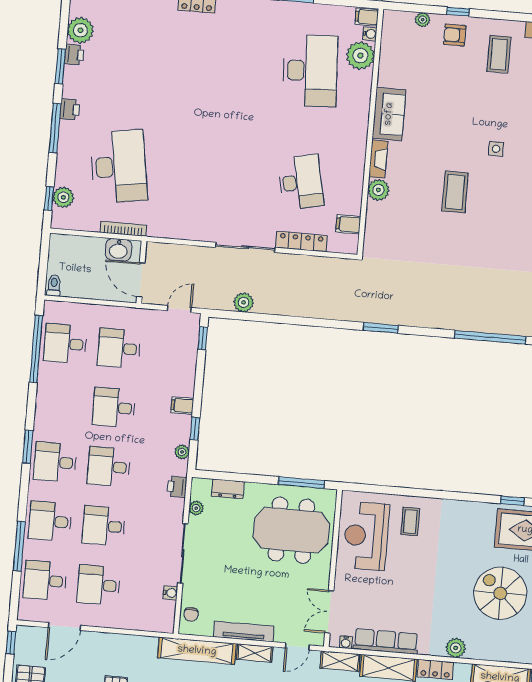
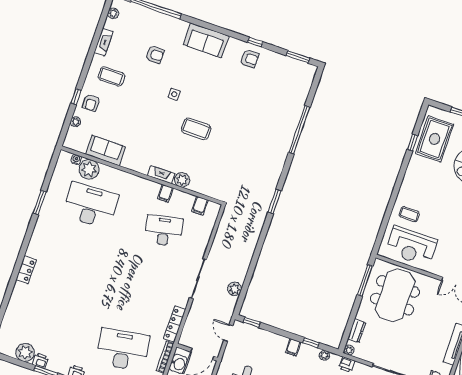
filing cabinet: (367, 17) -> (165, 193), moved
sofa: (389, 114) -> (106, 151), moved
locker: (301, 242) -> (175, 324), moved
plant: (196, 508) -> (349, 350), moved

